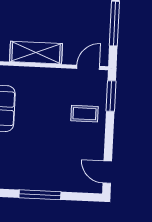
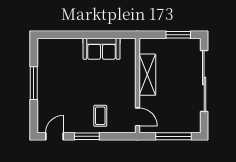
window: (111, 96) -> (87, 136), moved

